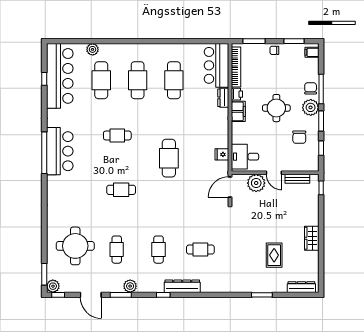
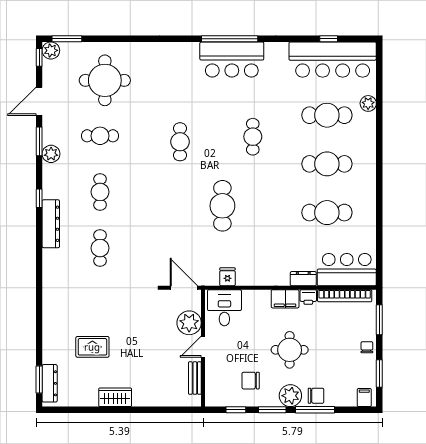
cafe table: (169, 158) -> (222, 206), turned 90
window: (321, 188) -> (183, 410), removed
cafe table: (159, 250) -> (100, 192), turned 90
window: (262, 295) -> (39, 380), moved

